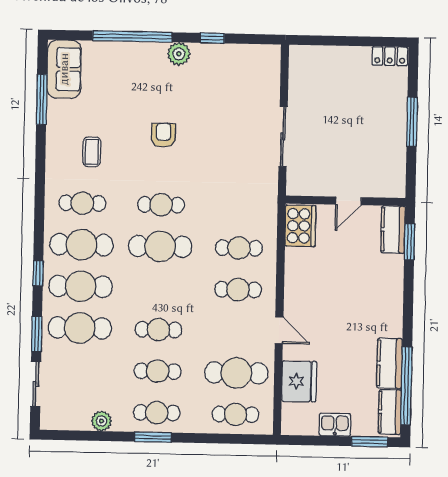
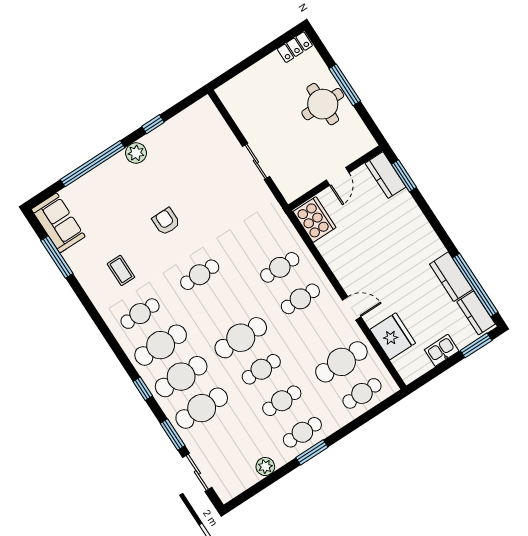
round table: (380, 126) -> (323, 104), added
sliding door: (283, 136) -> (256, 161), width x0.73
cafe table: (160, 246) -> (241, 338), moved

